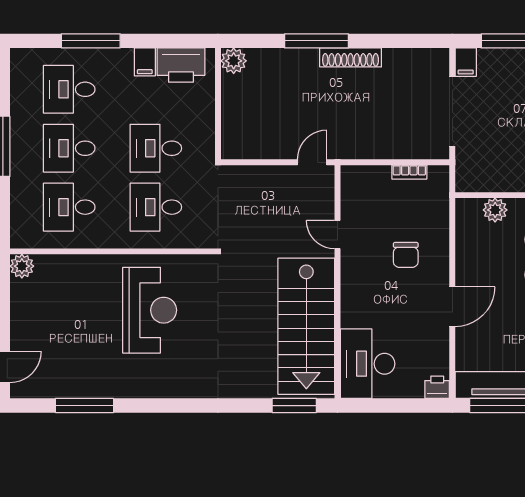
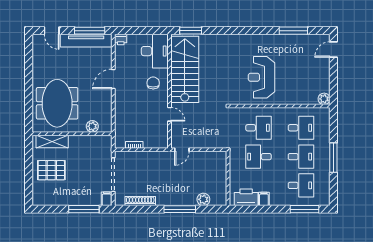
window: (91, 41) -> (305, 209), moved
shoe rack: (351, 57) -> (140, 201), moved
plant: (234, 61) -> (203, 199), moved
desk: (156, 148) -> (258, 157), turned 180
chair: (406, 255) -> (153, 83), moved

